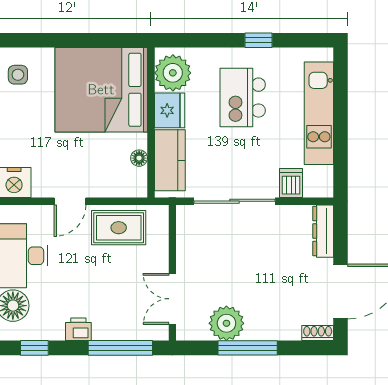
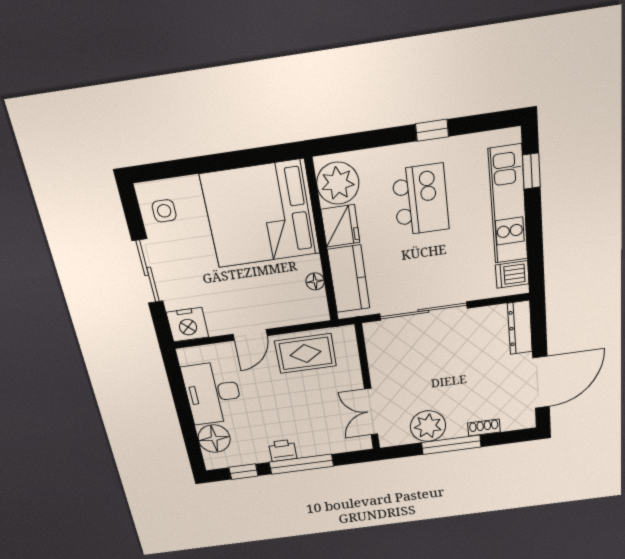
window: (341, 87) -> (531, 171), added
kitchen island: (243, 98) -> (421, 200), turned 180
dishwasher: (291, 183) -> (512, 274), moved, turned -90
shoe rack: (318, 333) -> (484, 428), moved
window: (120, 348) -> (301, 464), moved

